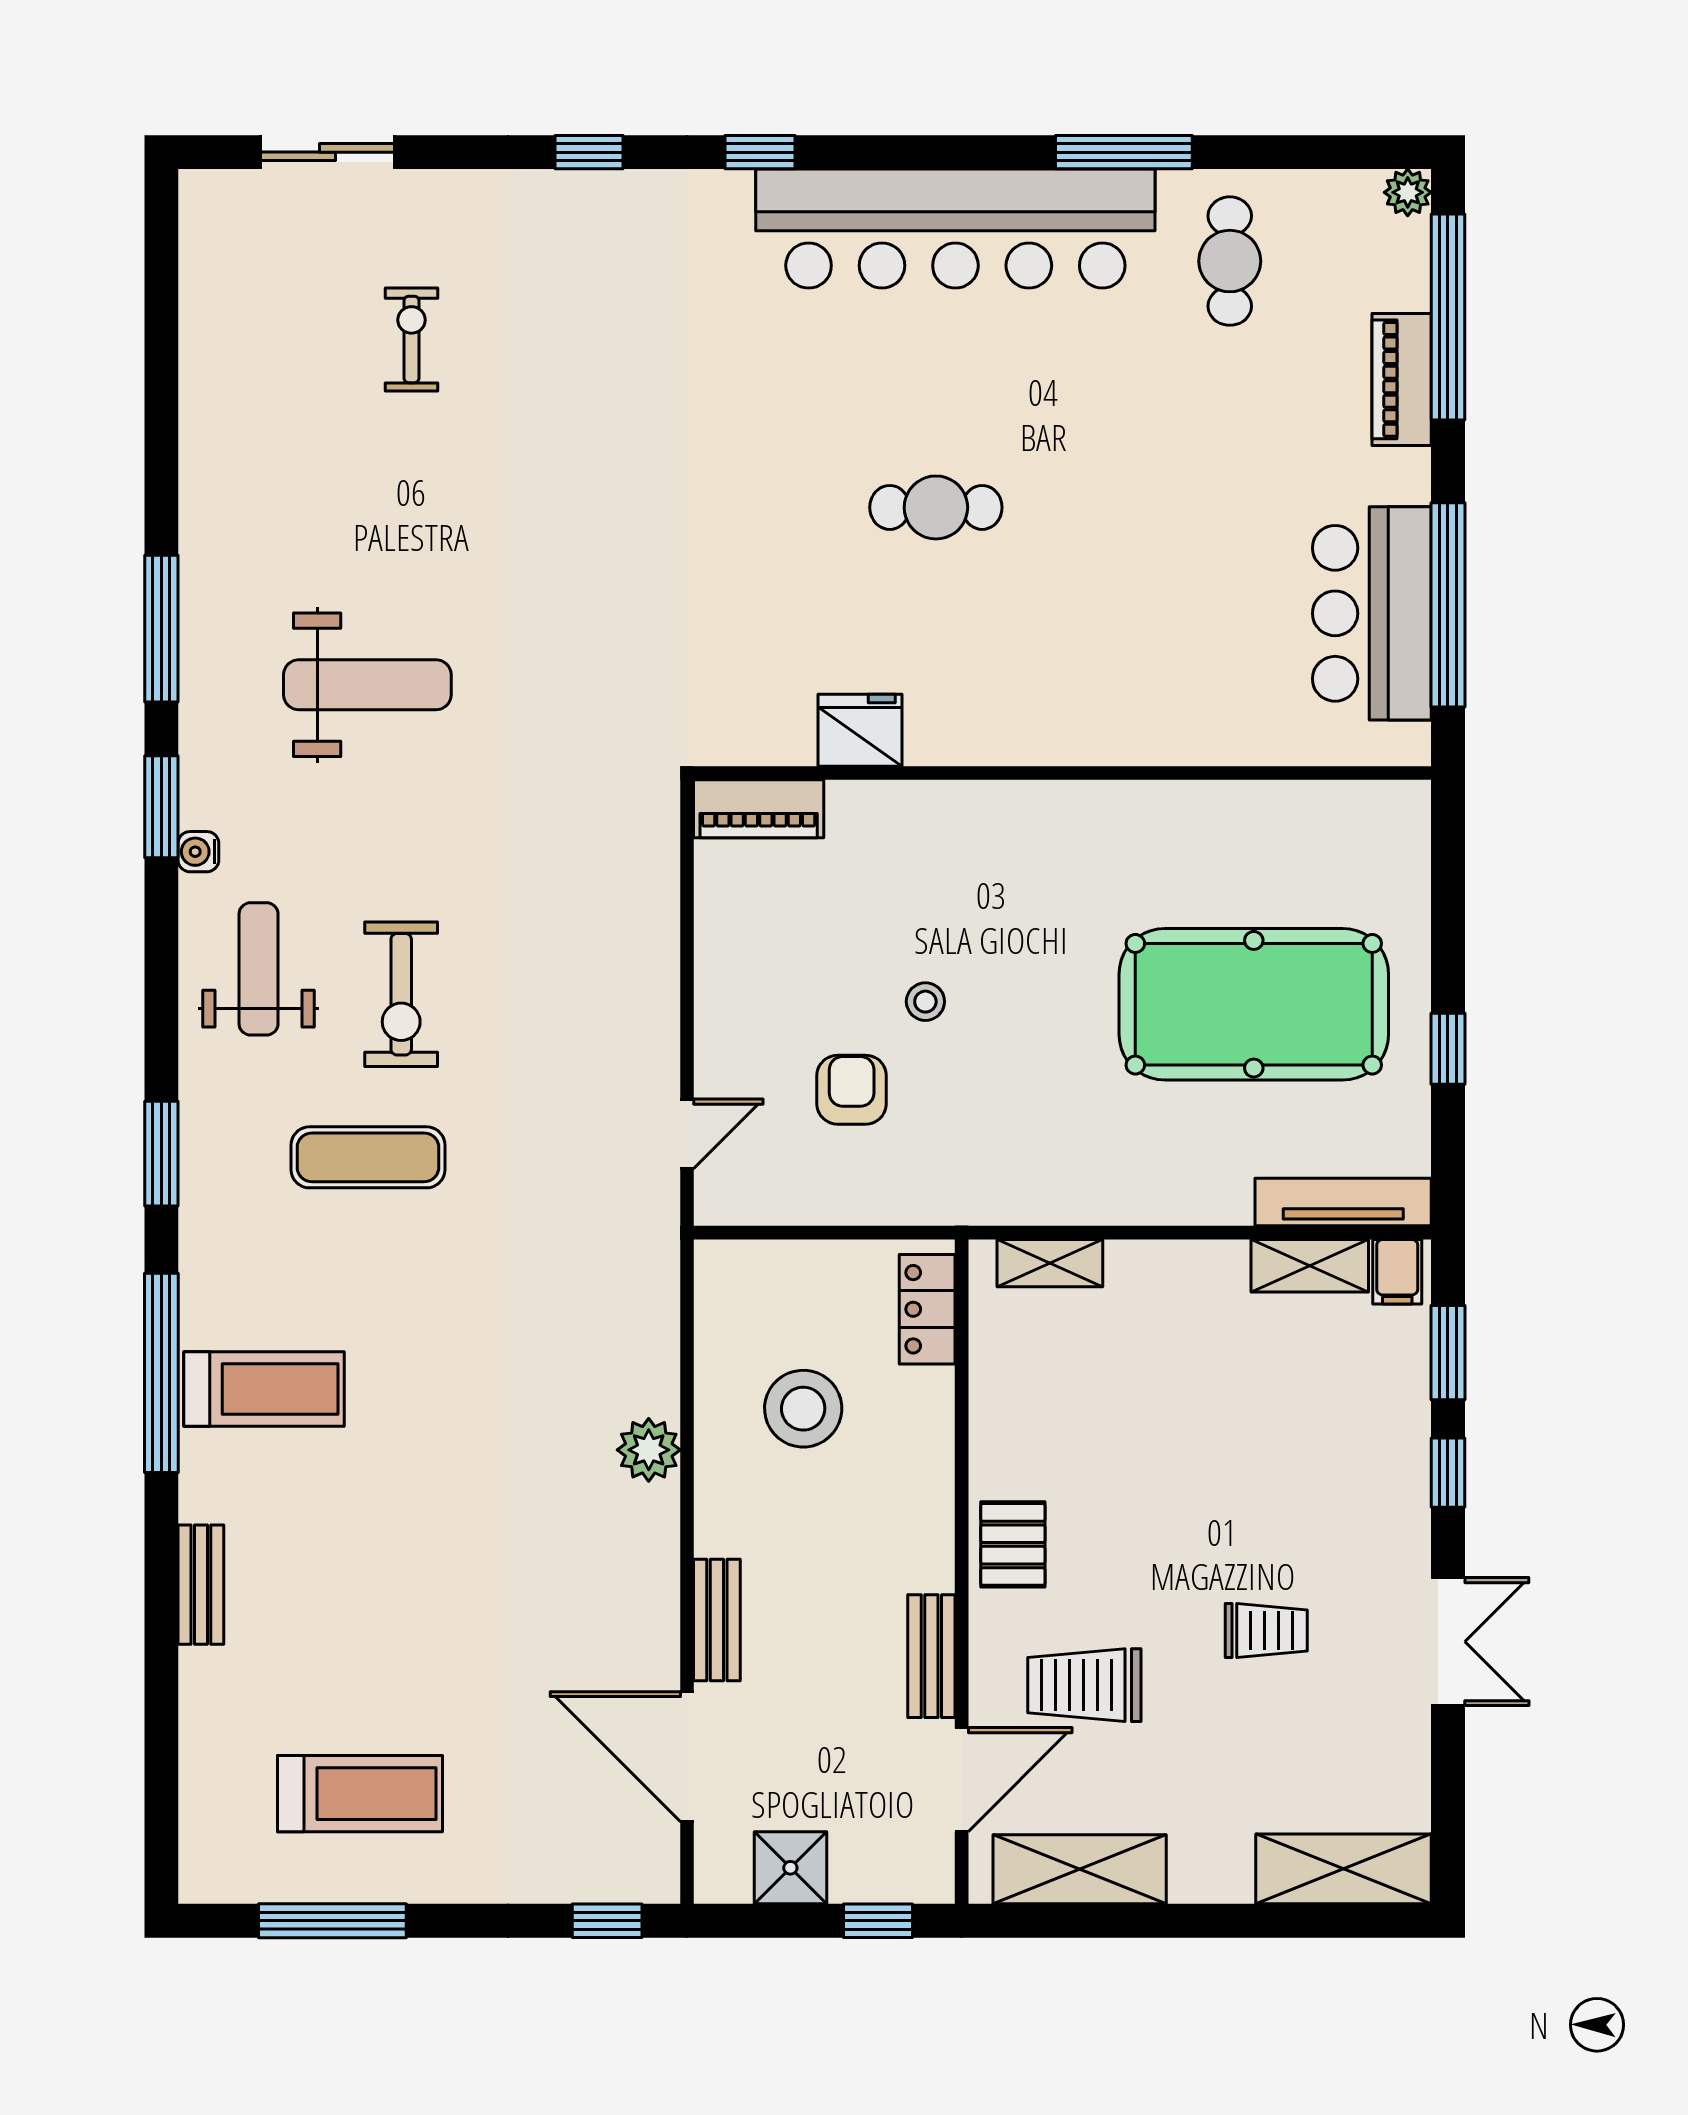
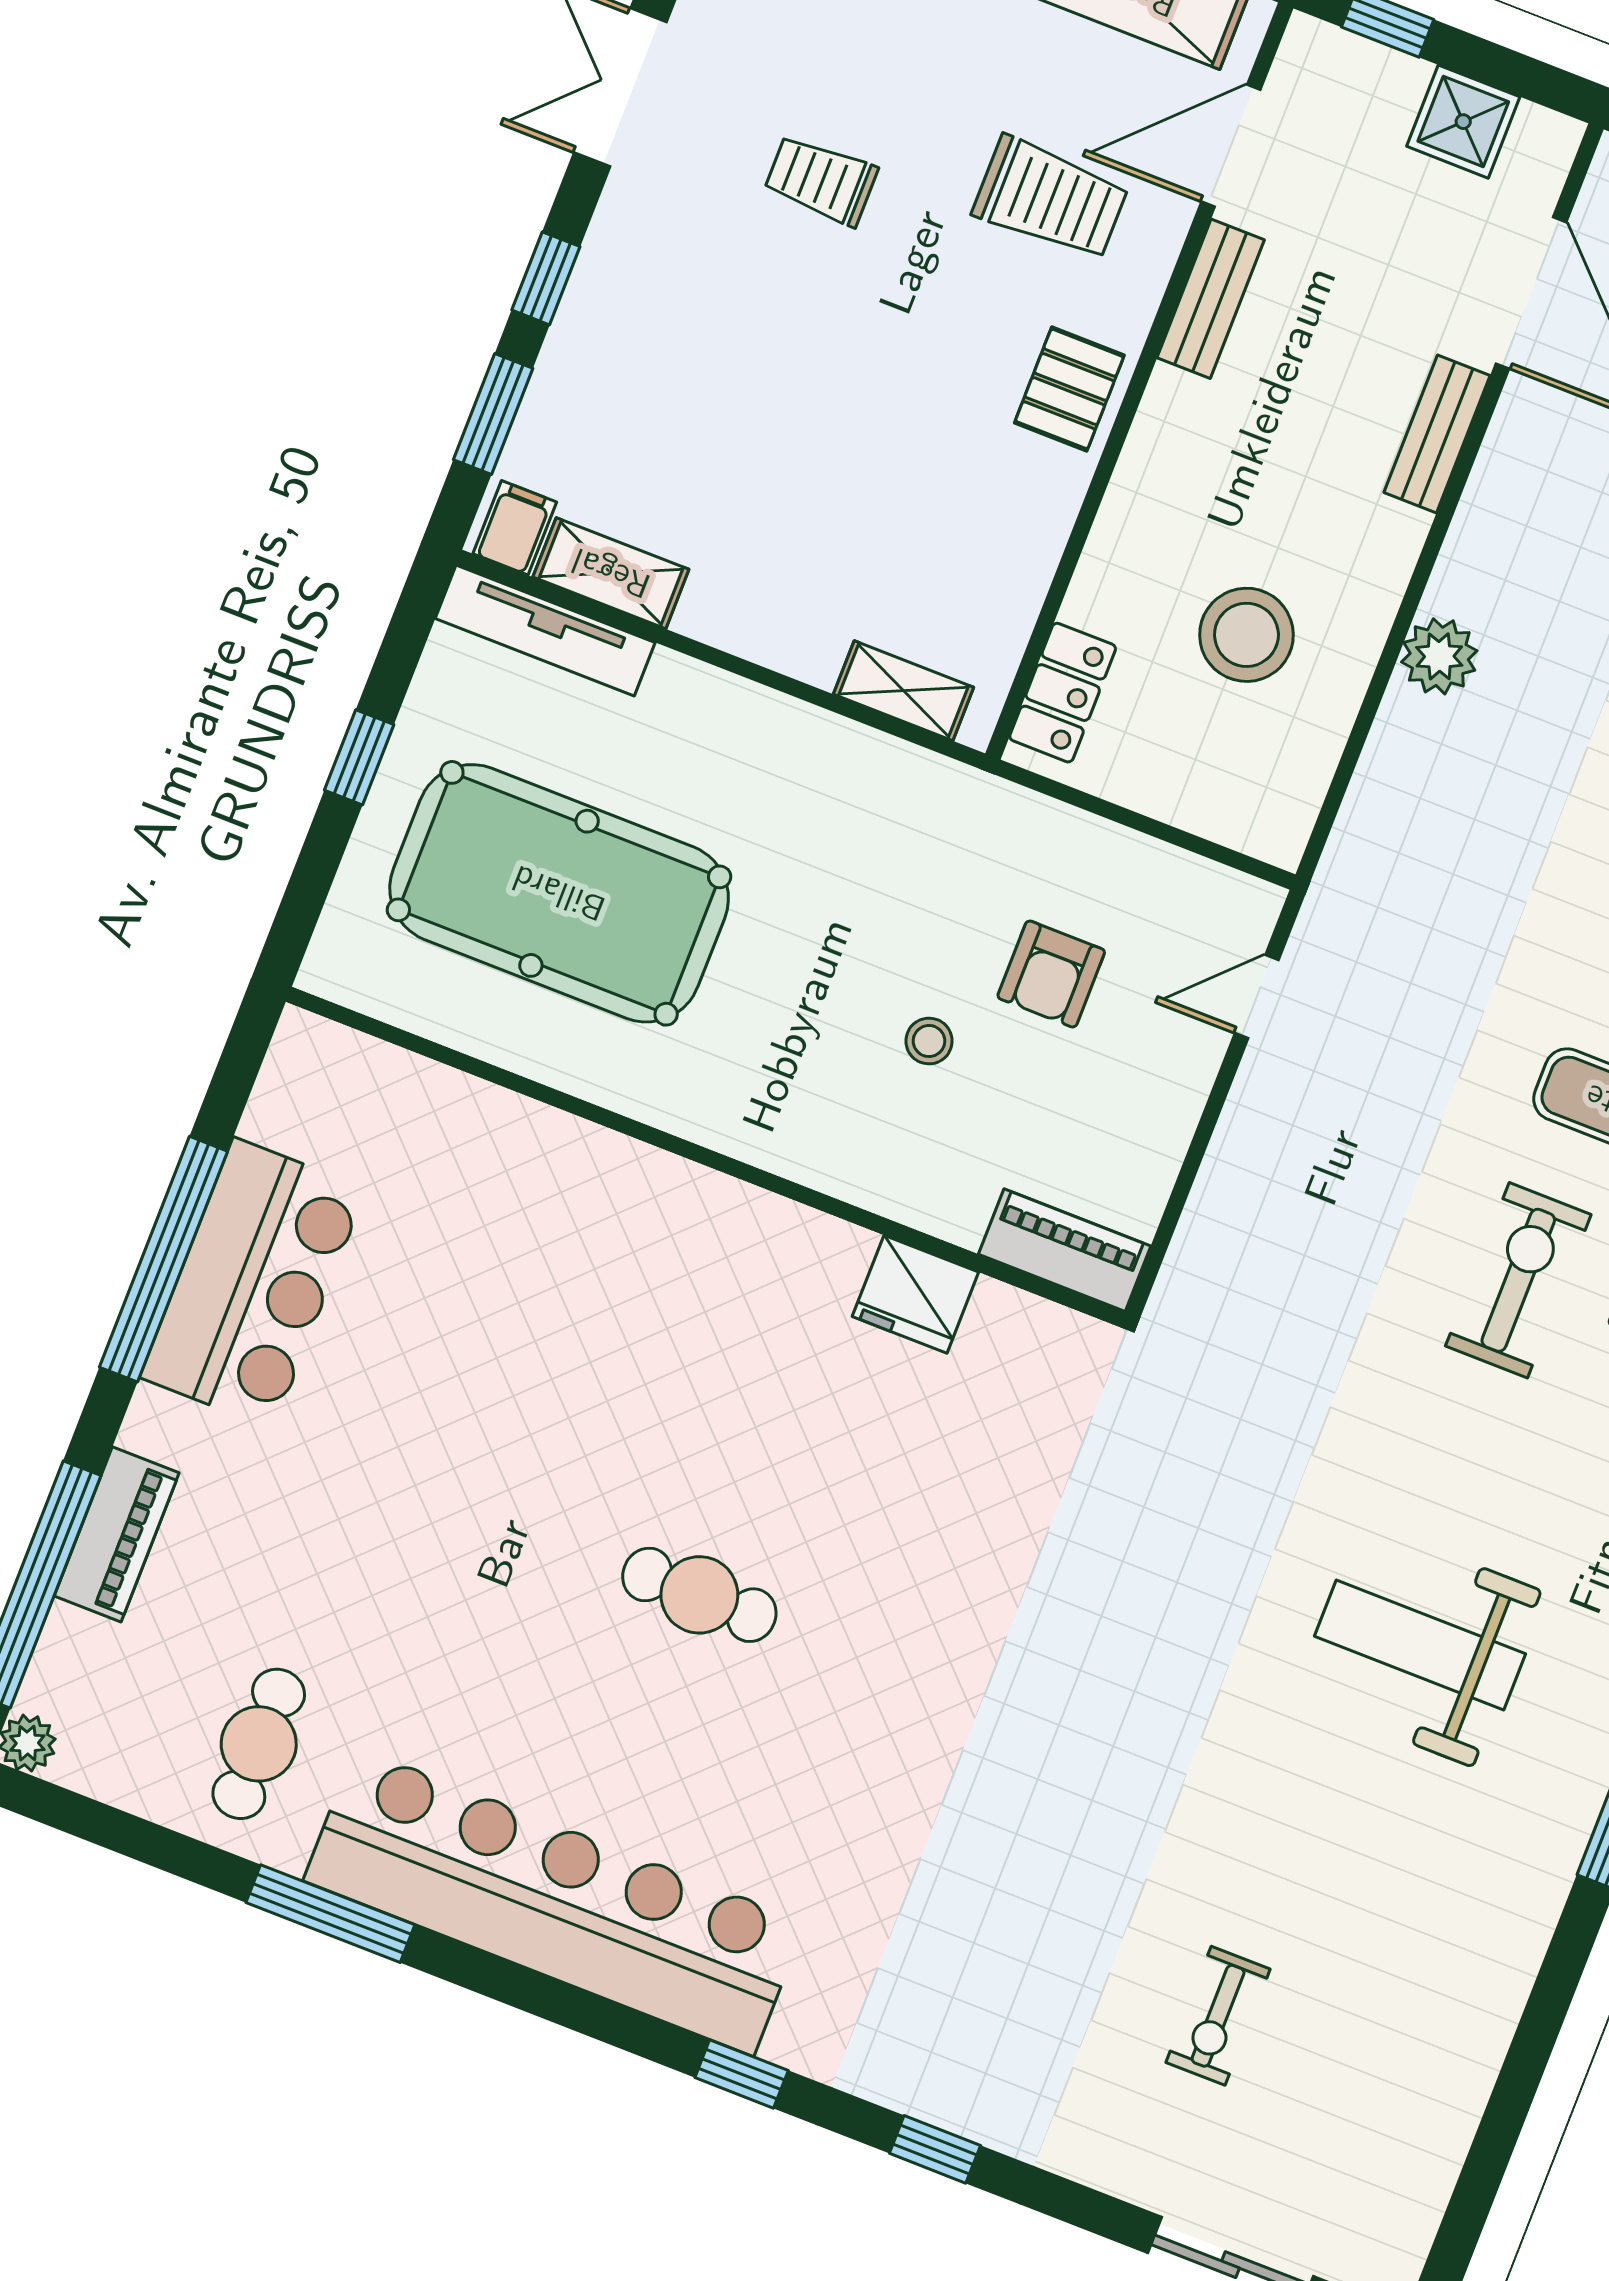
fridge: (860, 730) -> (915, 1294), moved
wall: (1062, 773) -> (705, 1157), moved
piano: (759, 809) -> (1065, 1250), moved

